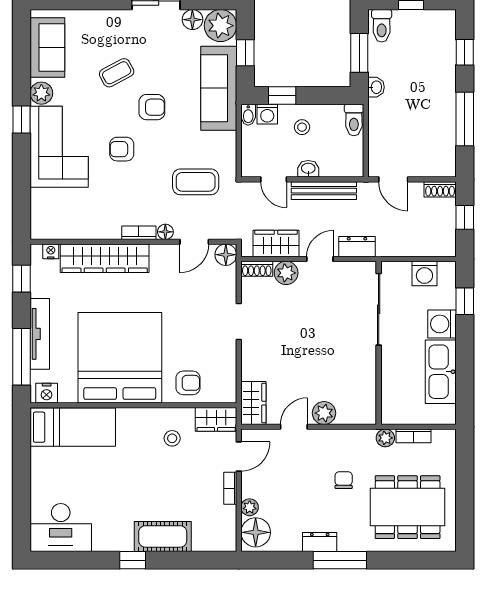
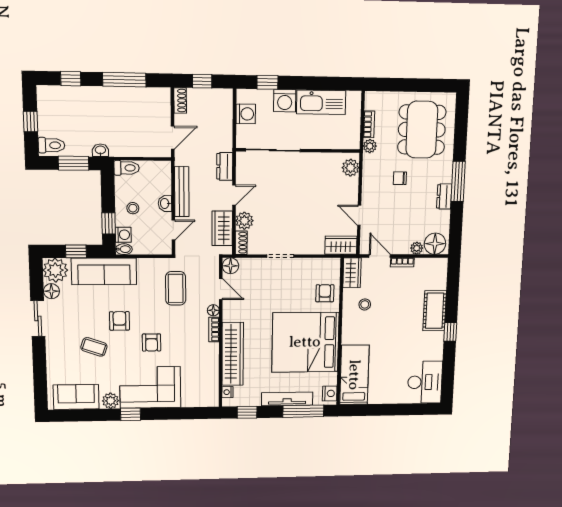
coffee table: (117, 73) -> (94, 347), turned -43
door: (320, 259) -> (234, 195), swing flipped
plant: (324, 413) -> (351, 168), moved

